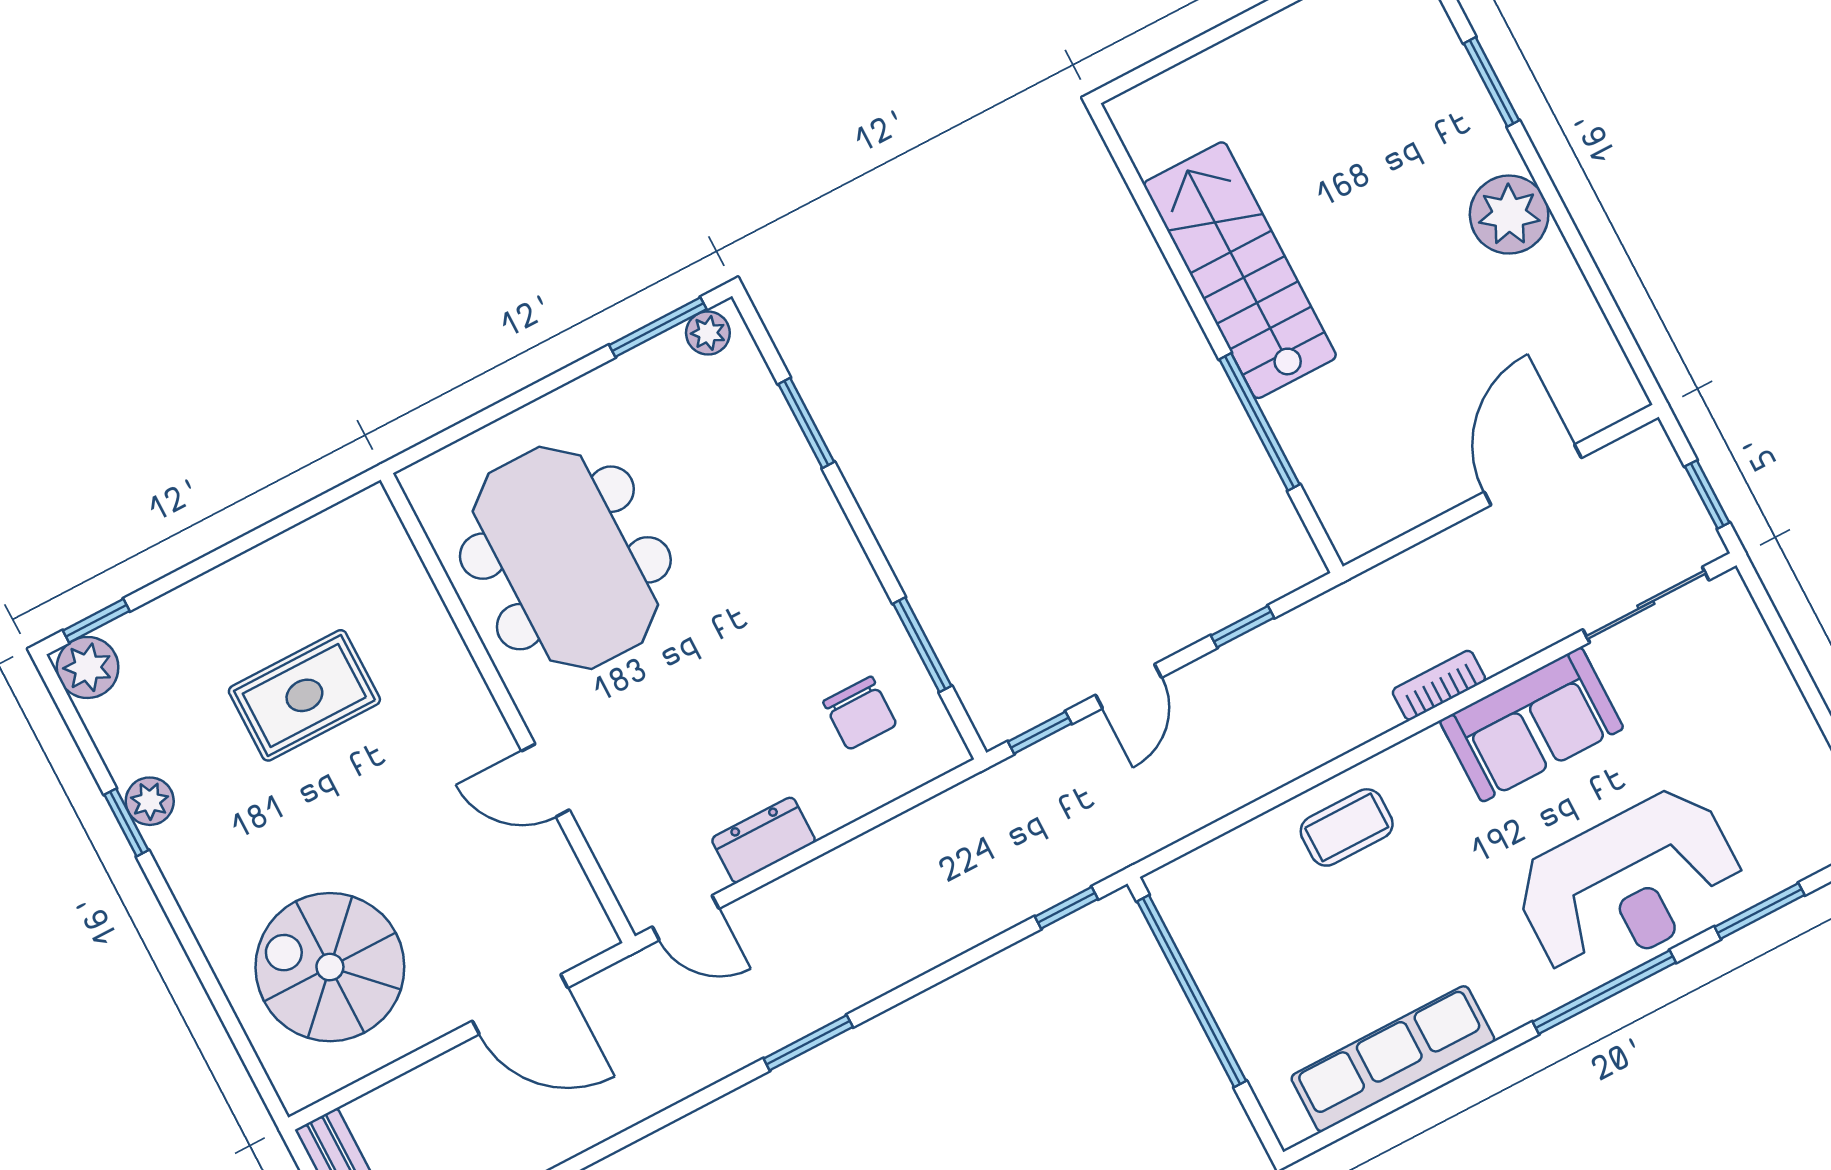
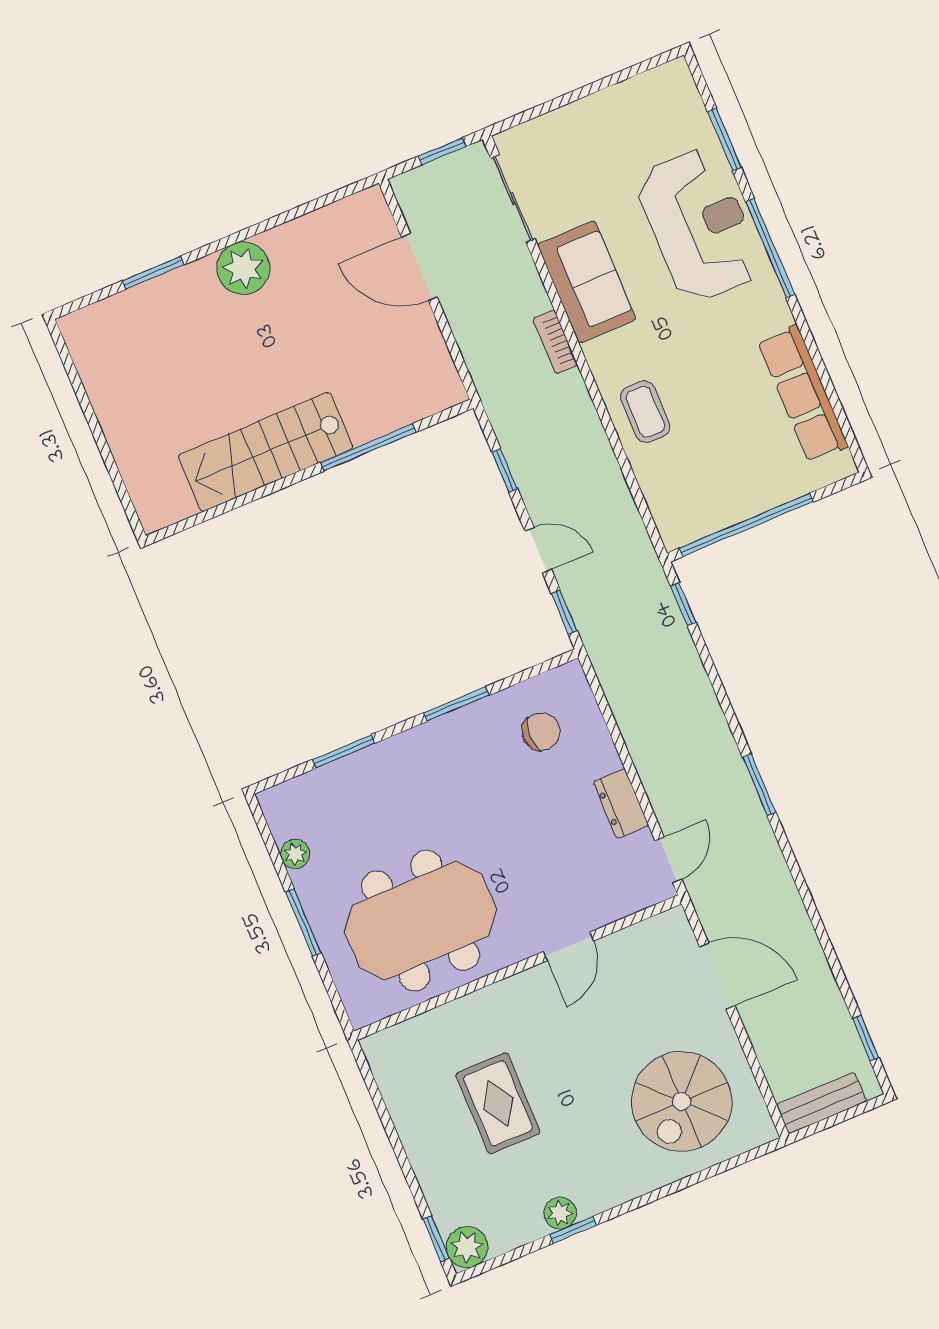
window: (658, 327) -> (303, 922), moved
plant: (708, 333) -> (295, 854), moved
window: (922, 645) -> (456, 704), moved
door: (520, 1004) -> (717, 976), hinge flipped

